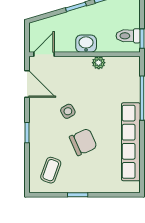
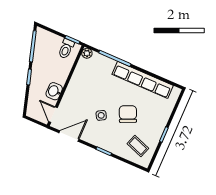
washbasin: (86, 44) -> (54, 91), moved
plant: (99, 63) -> (87, 53), moved

